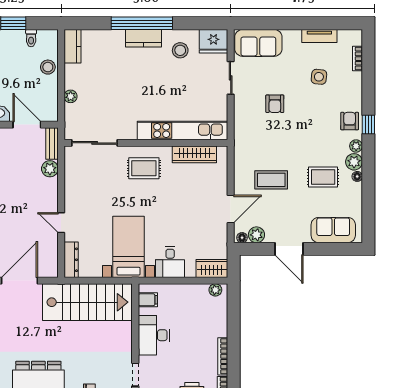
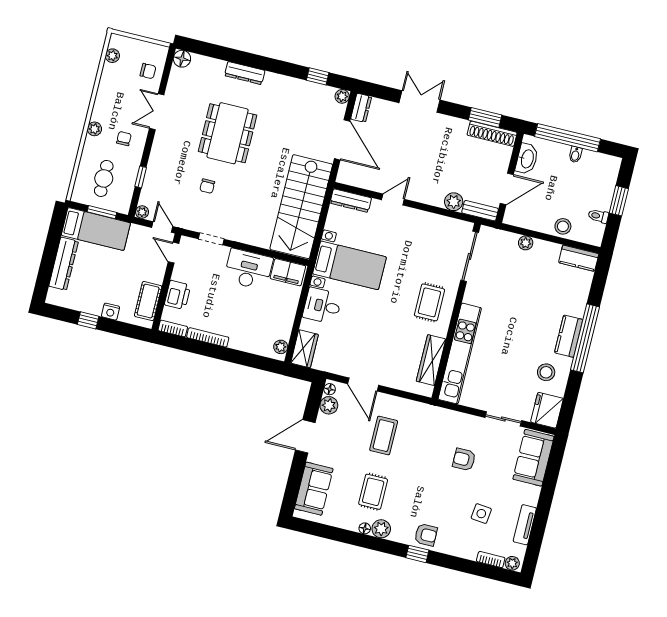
plant: (356, 146) -> (512, 563), moved
filing cabinet: (148, 300) -> (288, 272), width x2.00

